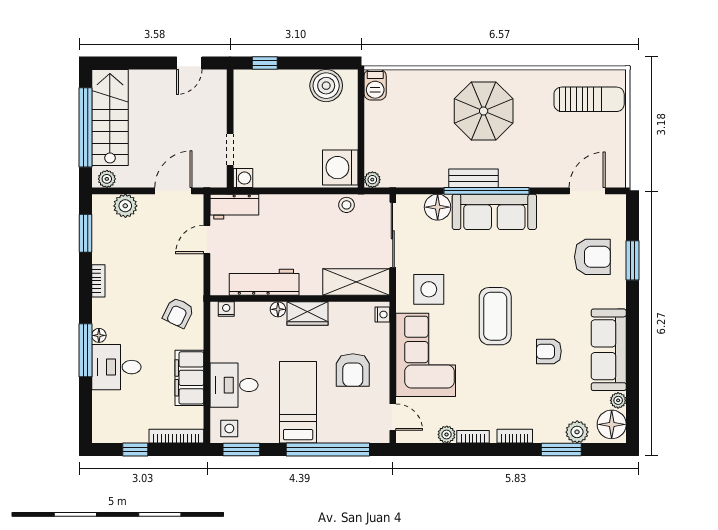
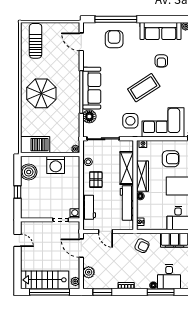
window: (265, 63) -> (17, 192), moved
barbecue: (375, 85) -> (35, 145), width x1.88, depth x1.53
washing machine: (340, 168) -> (56, 165), moved
bench: (473, 178) -> (75, 99), removed
workbench: (234, 207) -> (89, 207), moved
pallet: (311, 220) -> (96, 180), added
window: (632, 260) -> (116, 19), width x2.11
shelving: (356, 282) -> (127, 168), moved
wardrobe: (308, 314) -> (142, 176), width x1.50
coffee table: (495, 316) -> (144, 88), turned -33

